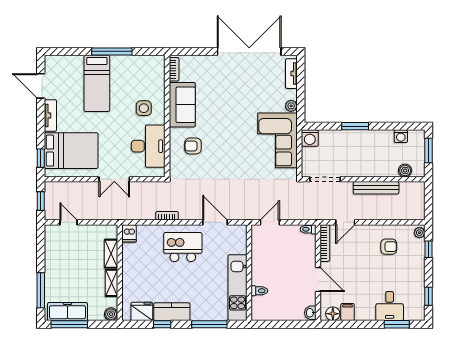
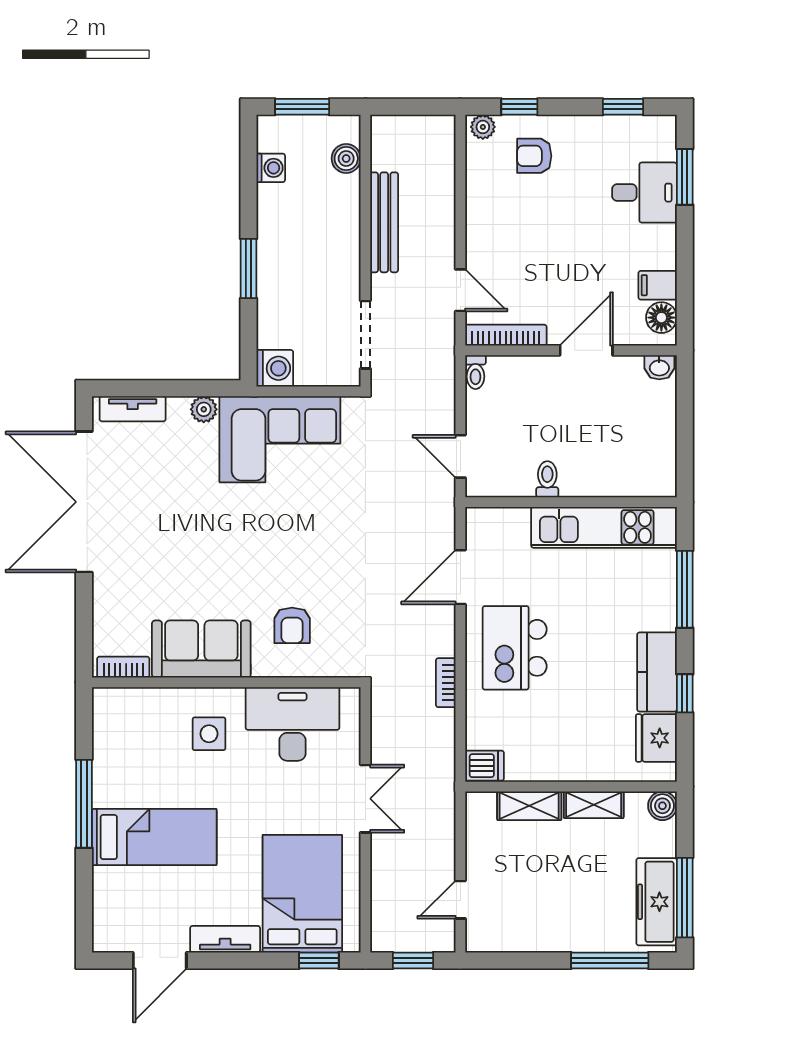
armchair: (389, 247) -> (534, 156), moved, turned -90
toilet: (259, 291) -> (547, 479), moved

